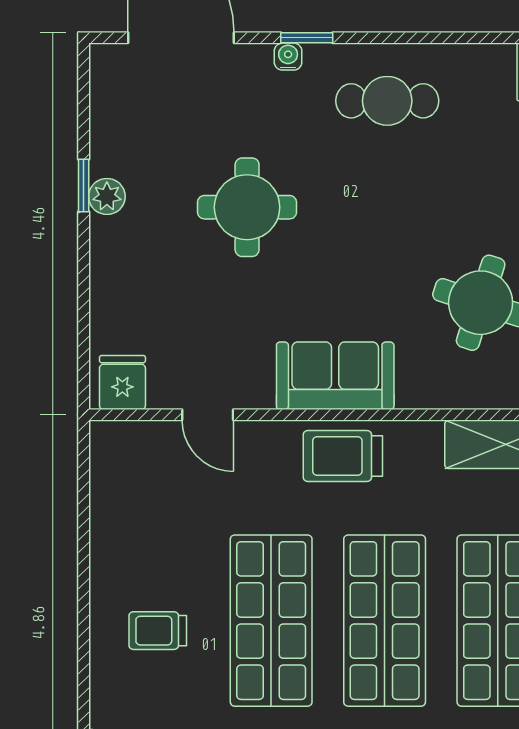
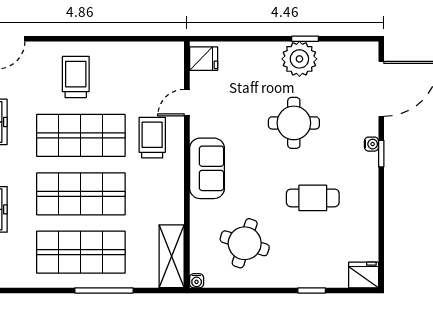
cafe table: (387, 101) -> (313, 198), moved, turned 90
plant: (107, 196) -> (299, 59), width x1.88, depth x1.88
trolley: (343, 456) -> (152, 138), moved
trolley: (158, 631) -> (76, 77), width x1.36, depth x1.39

